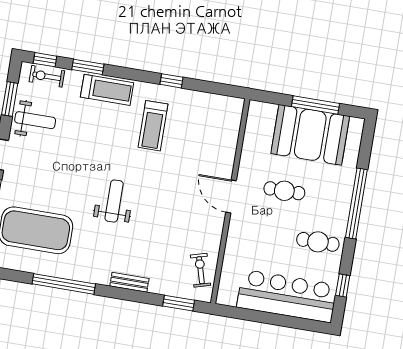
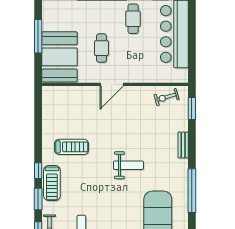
window: (171, 81) -> (38, 171), moved
treadmill: (107, 90) -> (52, 183), turned 180
booth: (310, 135) -> (60, 57), moved
weight bench: (114, 201) -> (128, 165), turned 180

